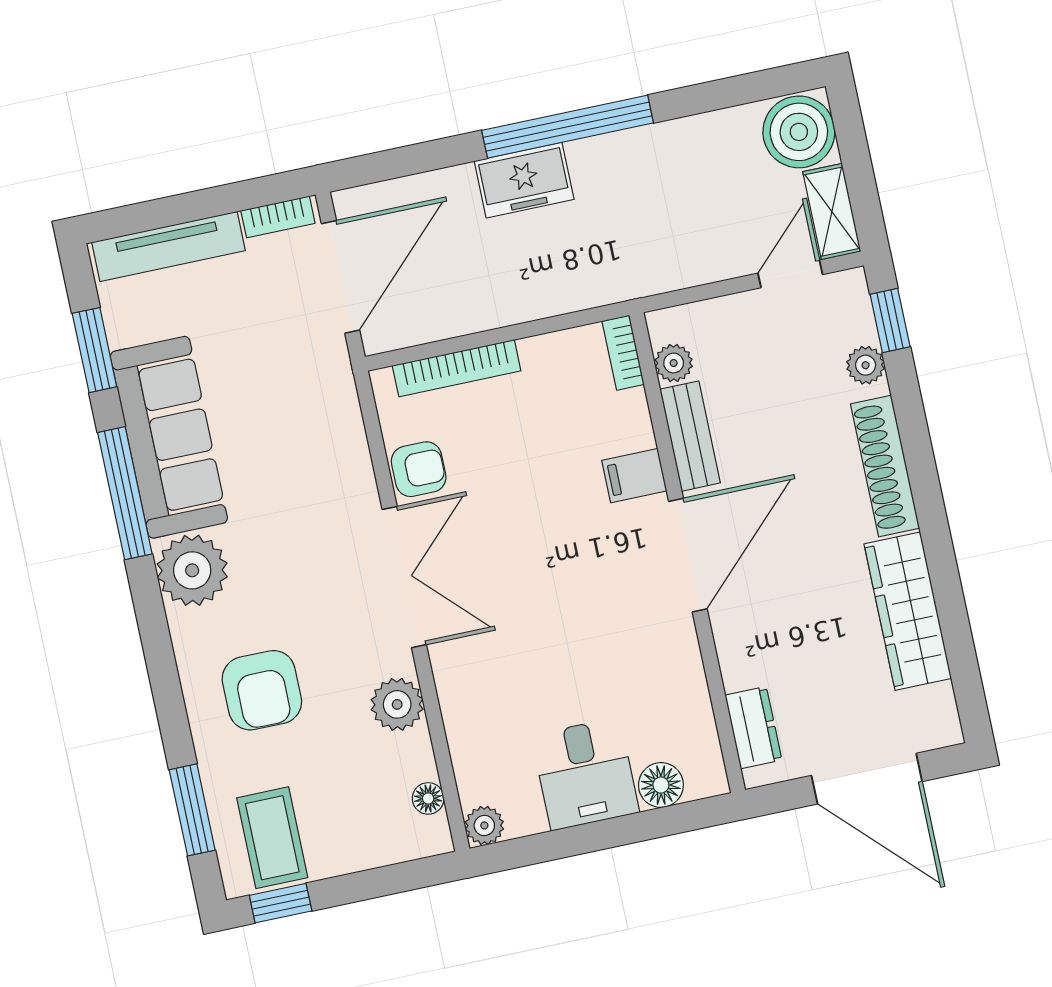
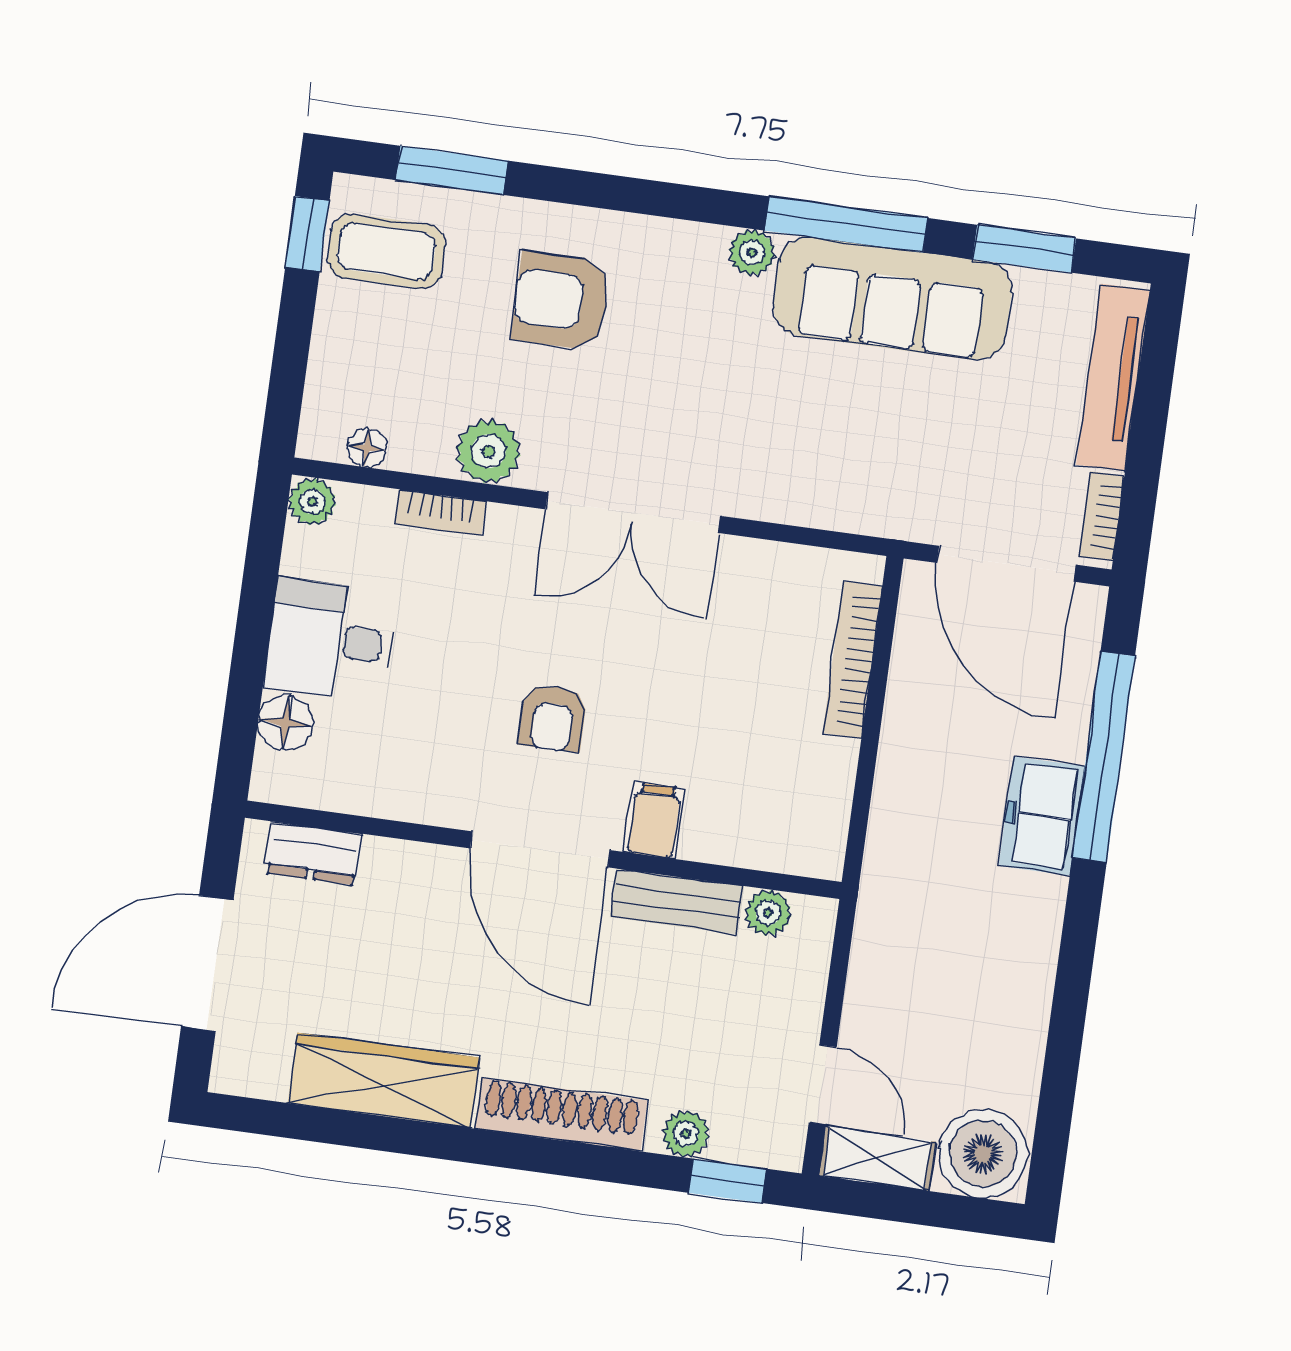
window: (568, 127) -> (1104, 757), moved
bookcase: (623, 353) -> (441, 513), moved, turned 180
armchair: (419, 469) -> (553, 718), moved
plant: (192, 570) -> (752, 253), width x0.53, depth x0.53

